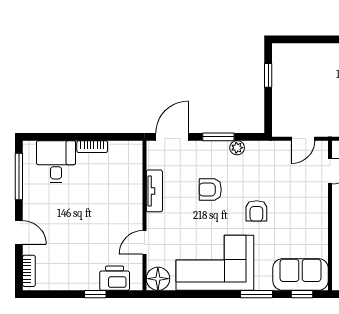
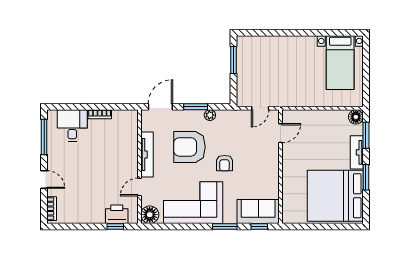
window: (268, 75) -> (233, 60), width x1.50
armchair: (210, 190) -> (189, 147), width x1.88, depth x1.88
tv unit: (154, 191) -> (147, 154), width x1.41
window: (95, 294) -> (115, 226), moved

